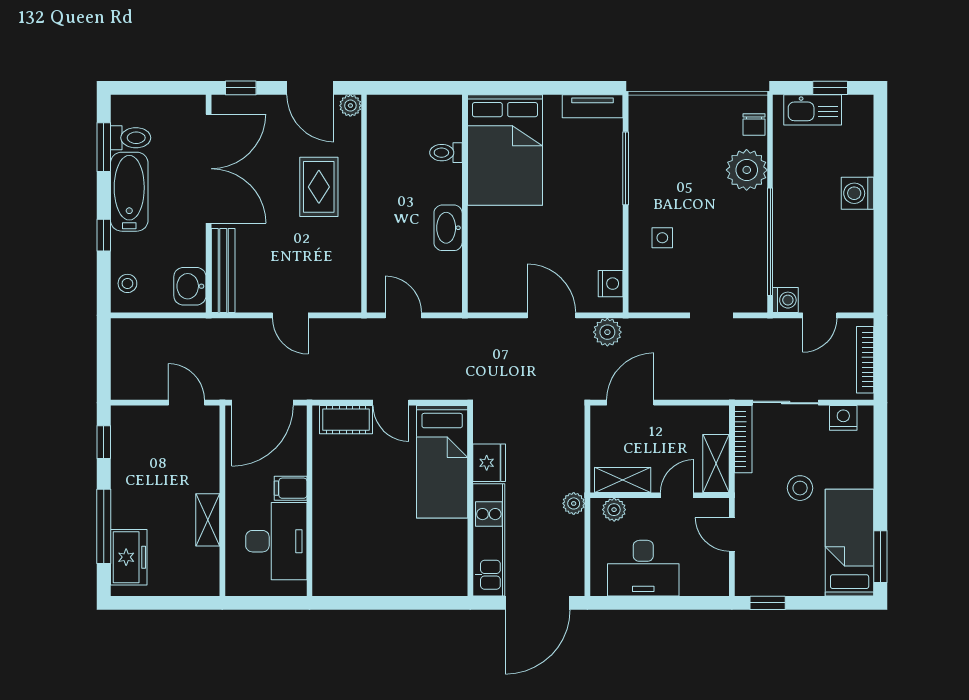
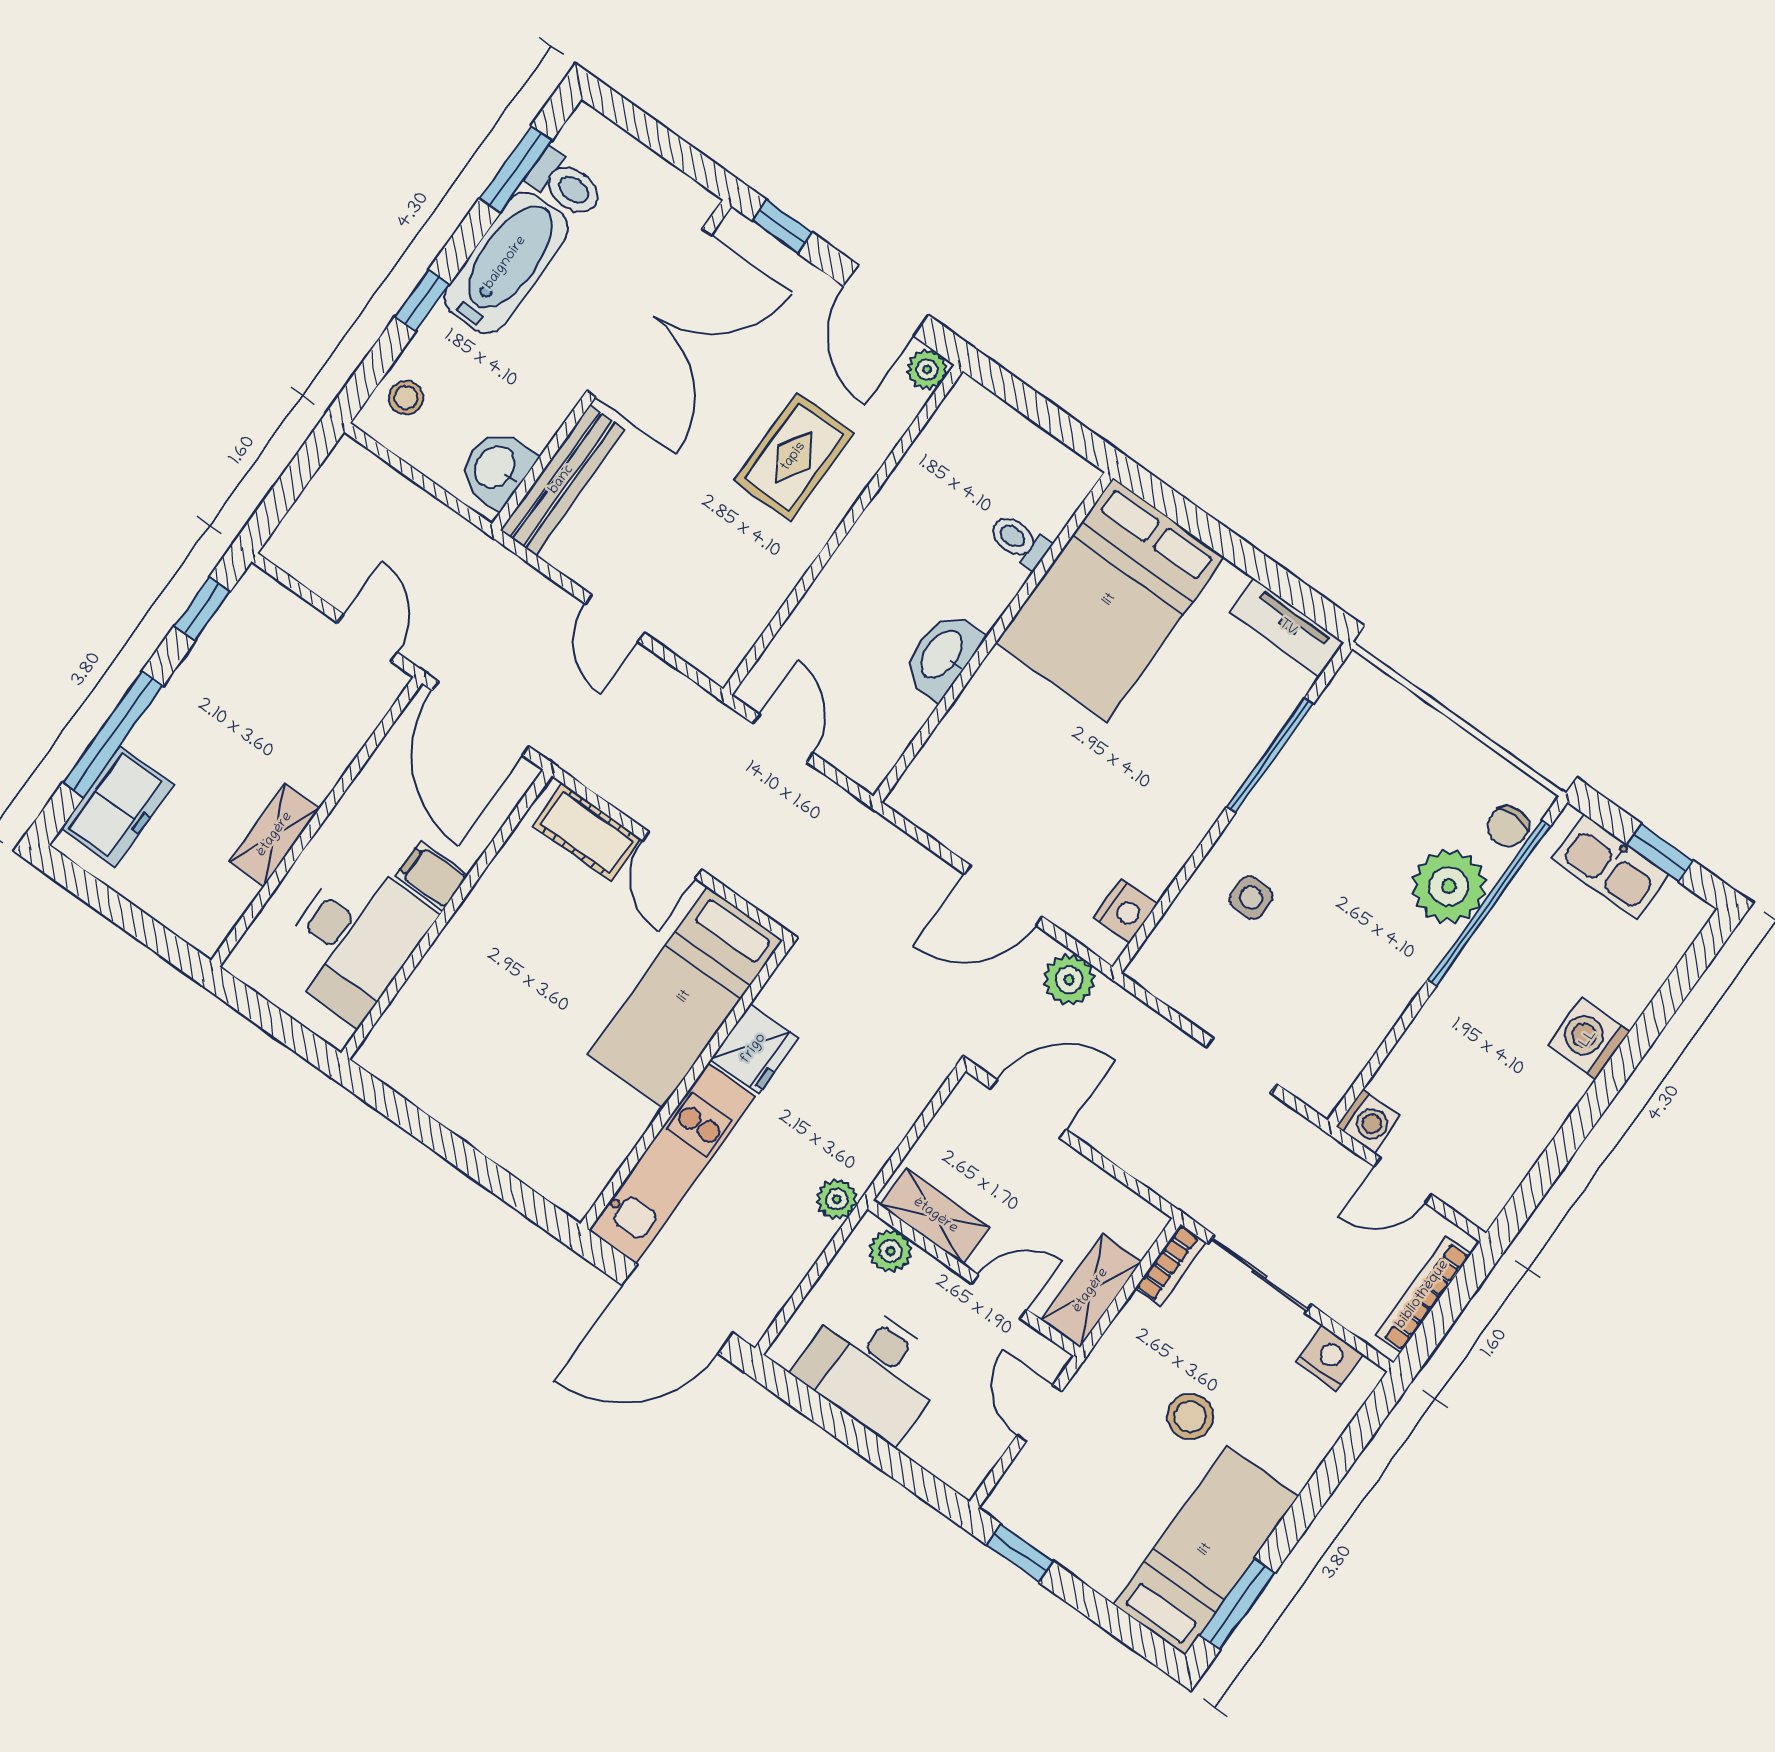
window: (770, 242) -> (1489, 903), moved
door: (551, 315) -> (1003, 895), swing flipped
door: (262, 403) -> (481, 718), hinge flipped
bookcase: (743, 439) -> (1171, 1265), width x0.64

